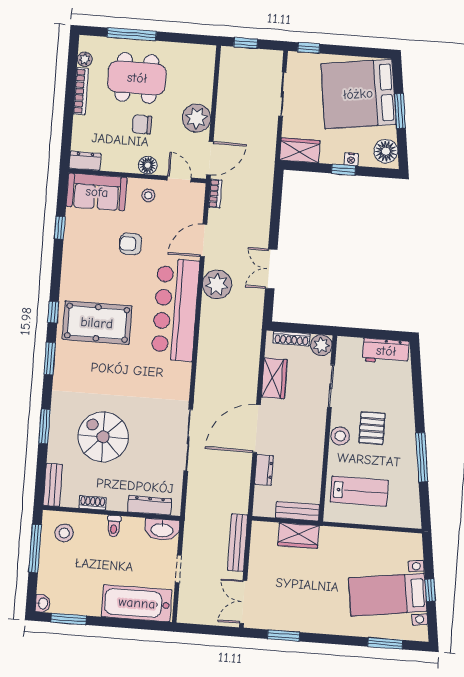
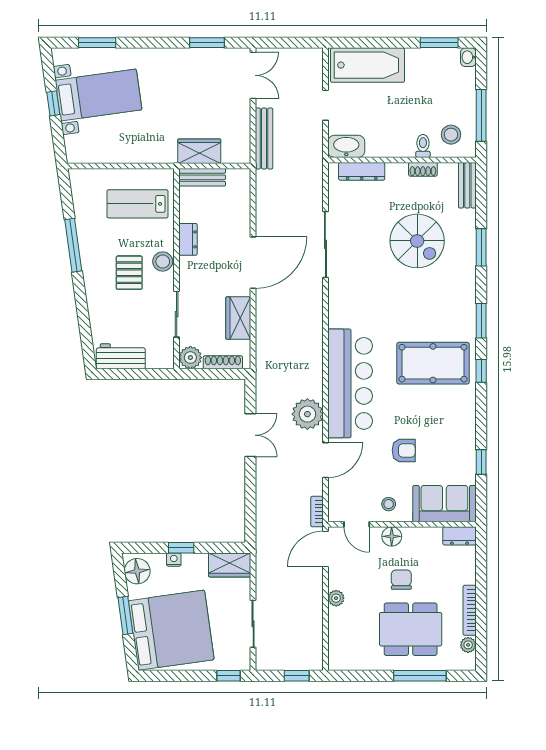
plant: (197, 118) -> (336, 598), width x0.53, depth x0.53
chair: (142, 125) -> (401, 580), turned -90
dresser: (264, 470) -> (188, 239), moved, turned 180
toilet: (114, 526) -> (423, 146), moved

